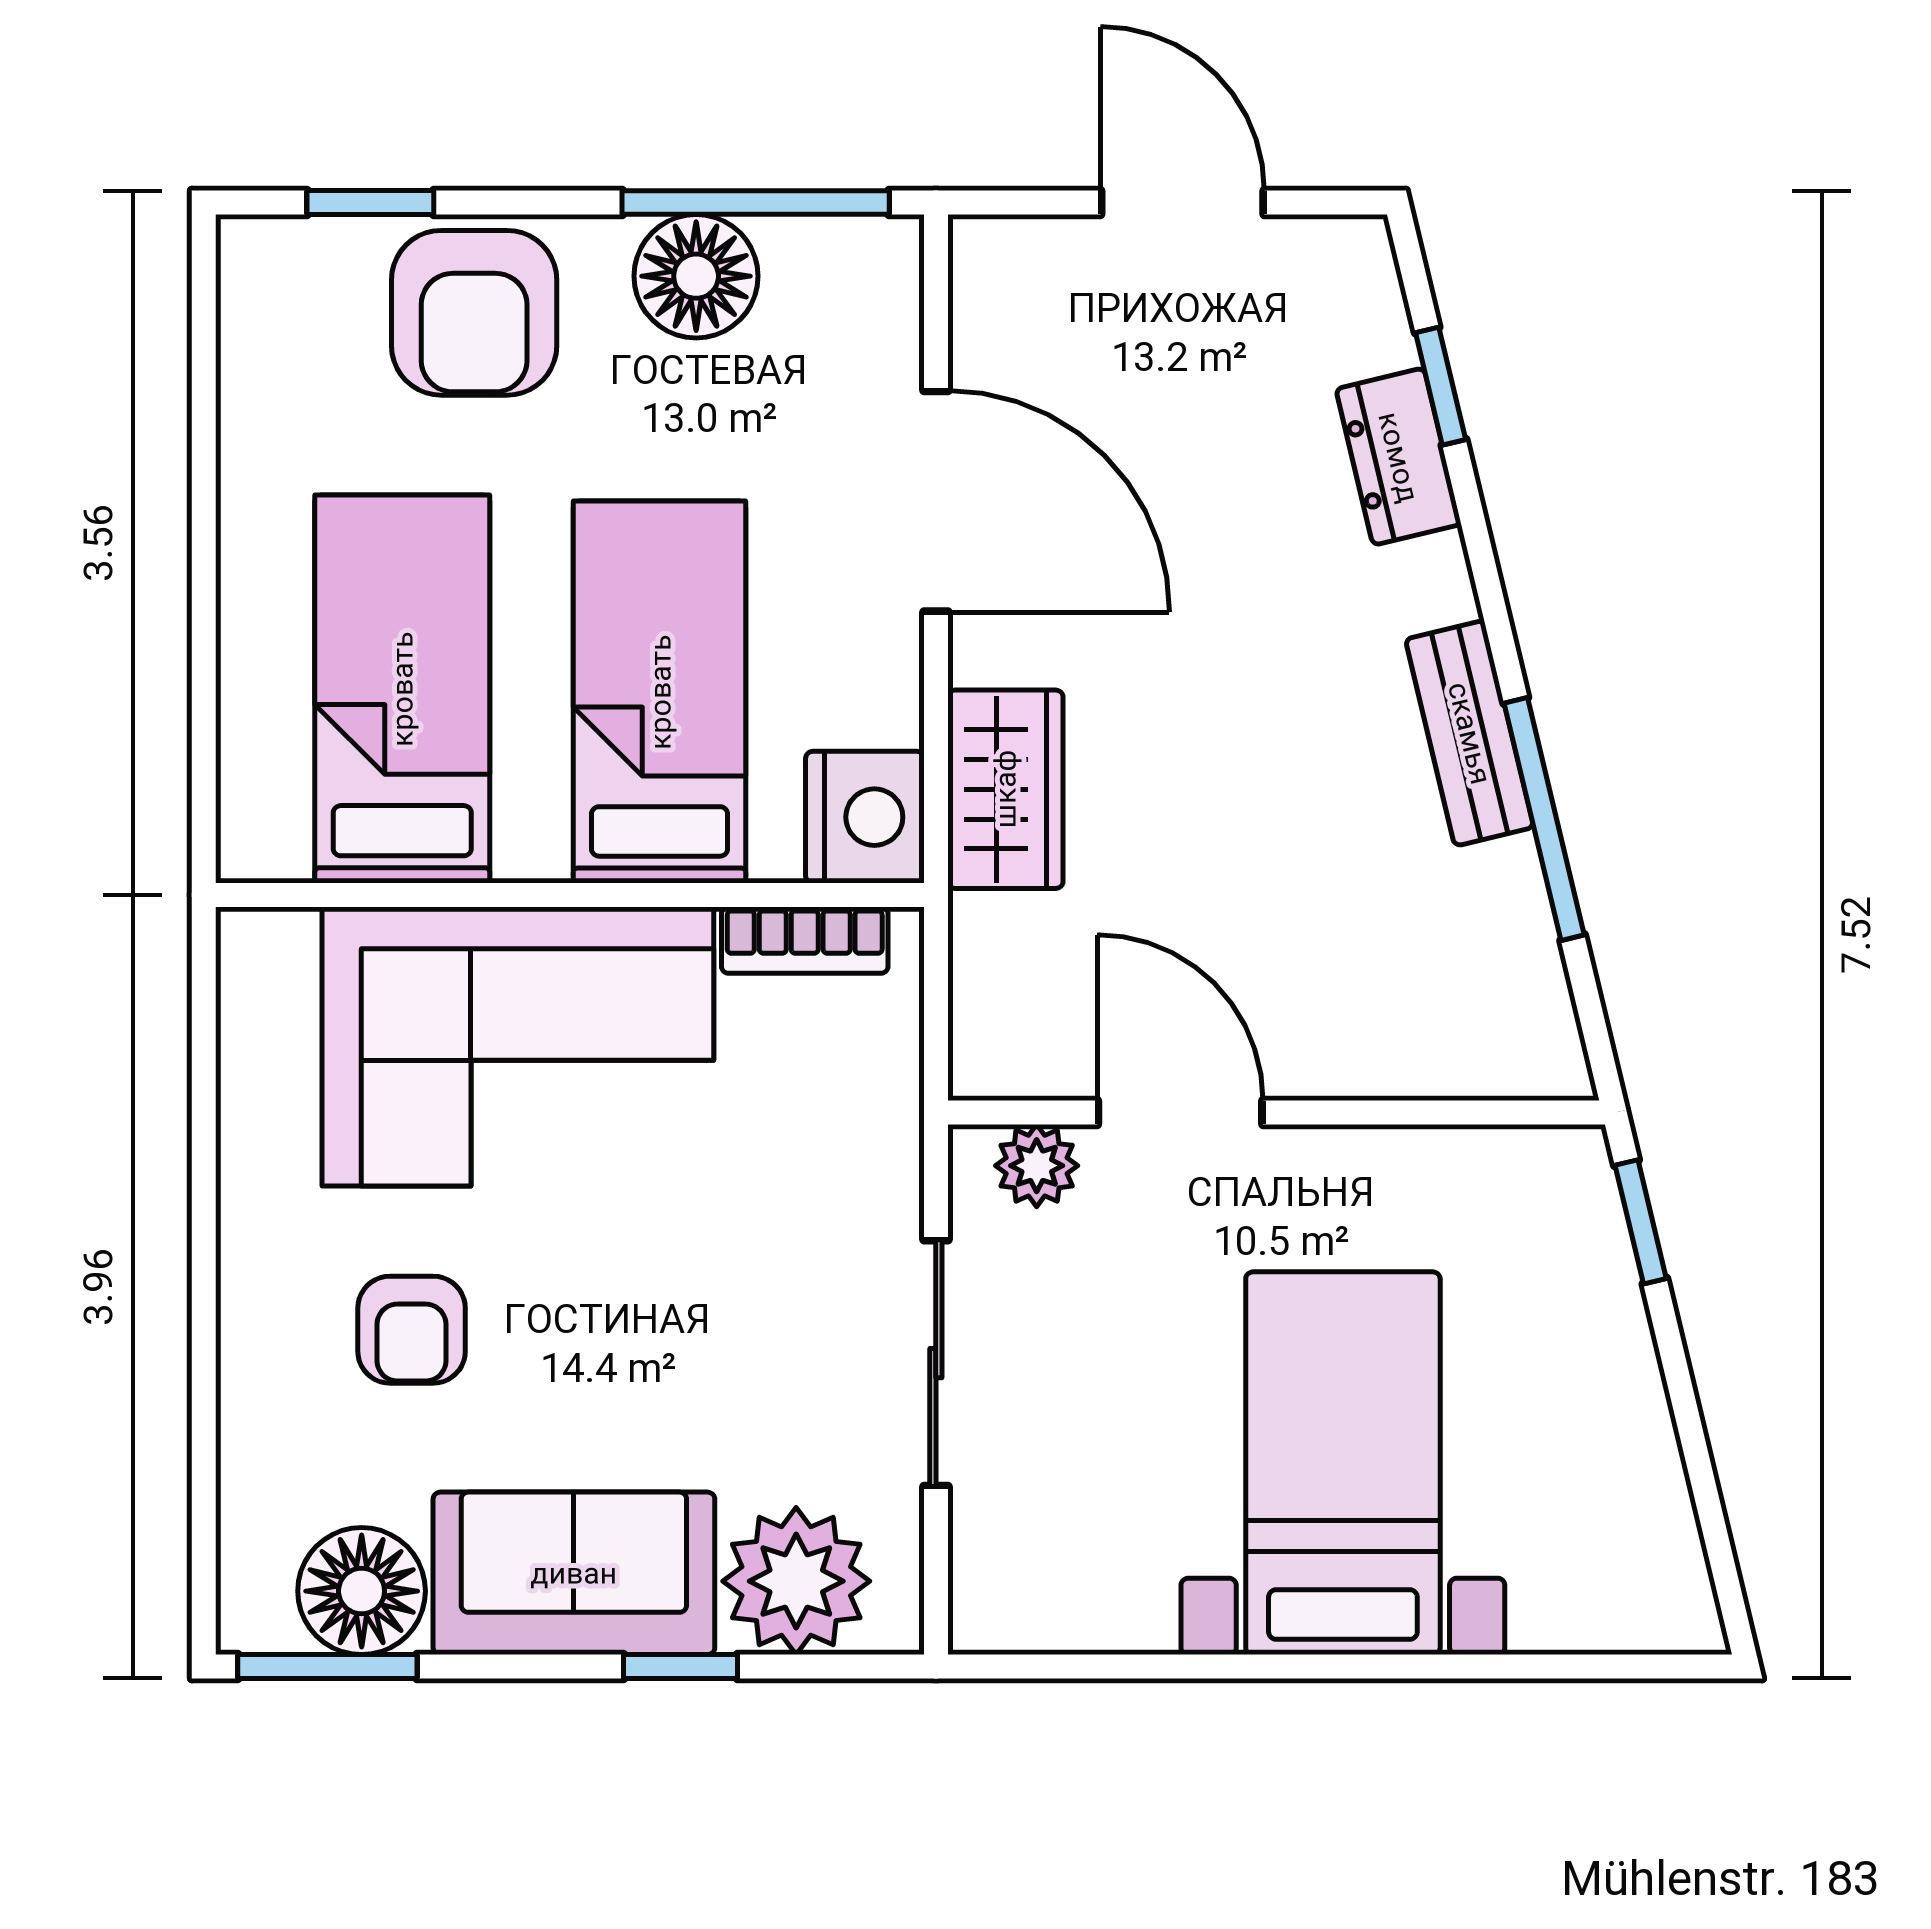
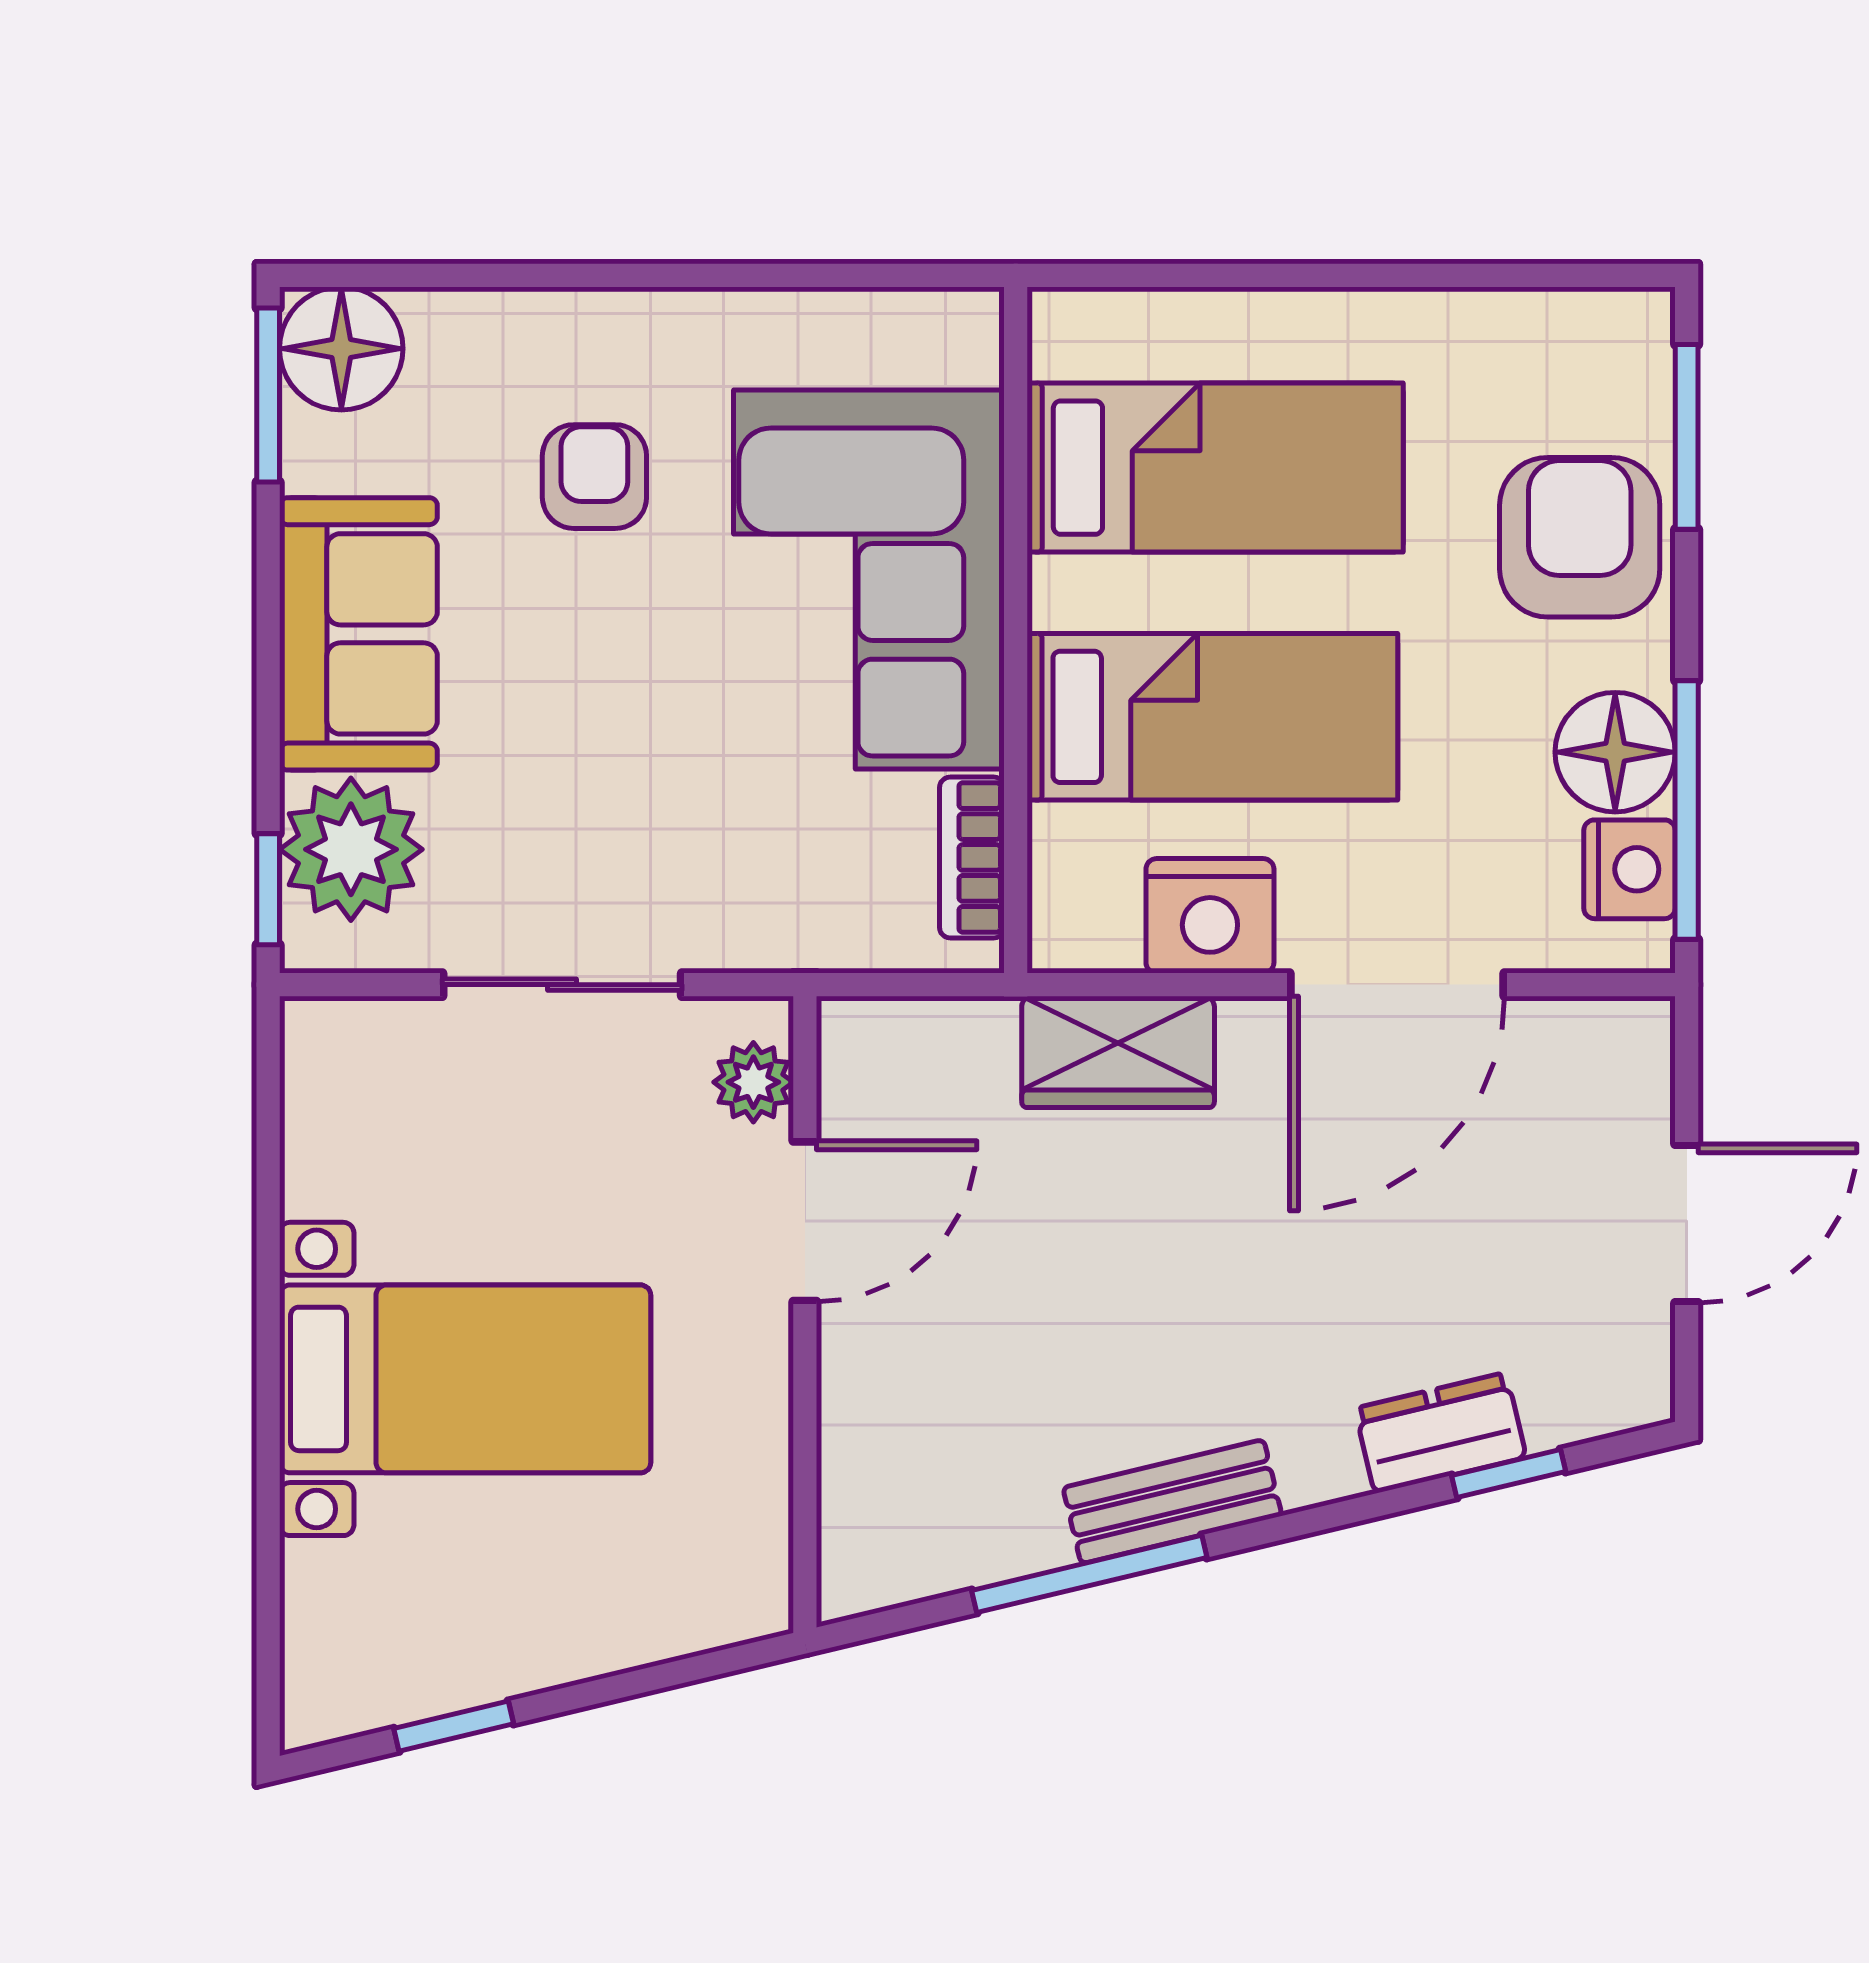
window: (370, 202) -> (1687, 437), width x1.50
nightstand: (817, 261) -> (1630, 869), added
armchair: (474, 313) -> (1580, 537), turned 90
nightstand: (865, 817) -> (1210, 916), moved
window: (1641, 1222) -> (454, 1726), moved
armchair: (412, 1330) -> (594, 477), turned 90
floor lamp: (362, 1591) -> (341, 349), moved
window: (681, 1667) -> (268, 889), moved

